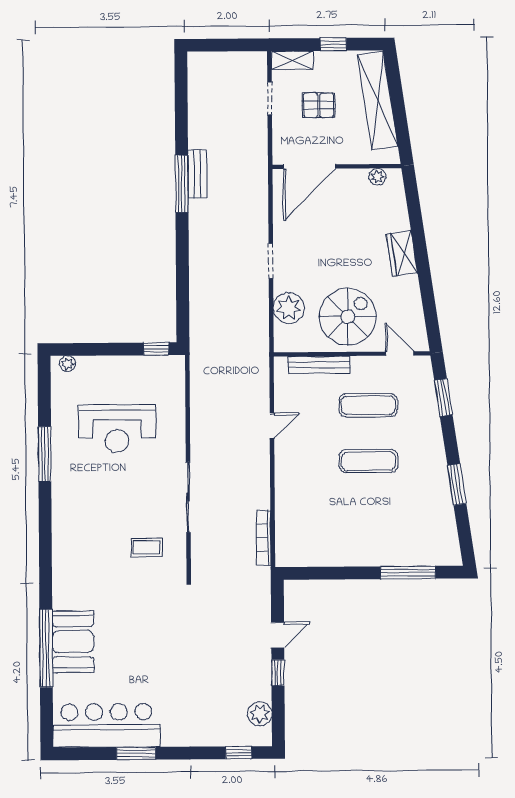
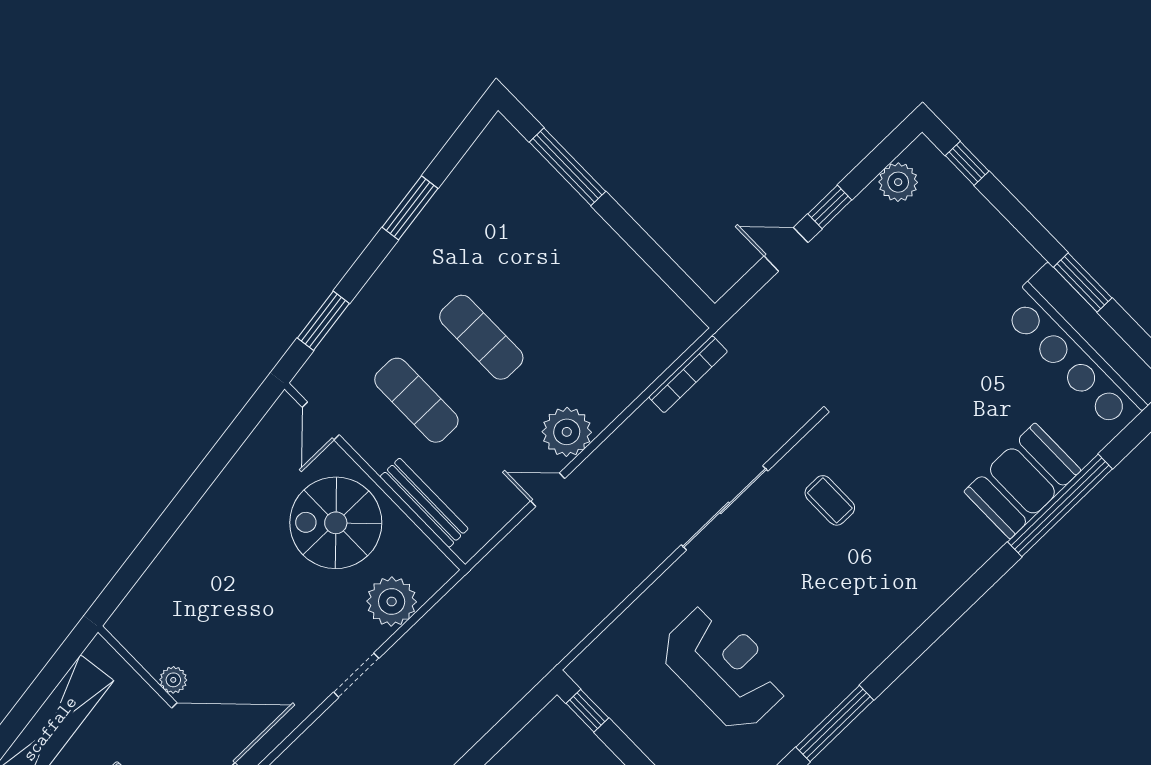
plant: (377, 177) -> (173, 680), moved
wardrobe: (402, 253) -> (201, 530), removed
plant: (290, 459) -> (567, 432), added

